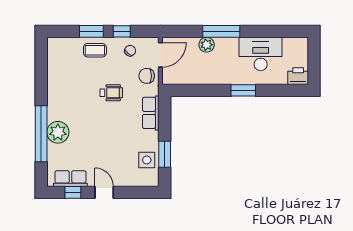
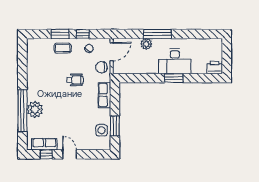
desk: (261, 54) -> (175, 61), moved, turned 180

